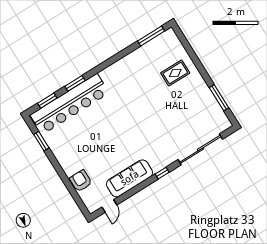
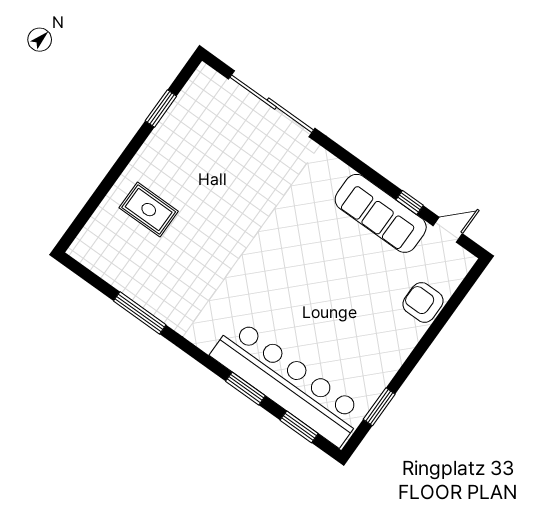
window: (151, 36) -> (140, 313), moved
window: (219, 98) -> (161, 109), width x0.69
window: (162, 173) -> (410, 202), moved
armchair: (81, 181) -> (423, 302), turned 90

